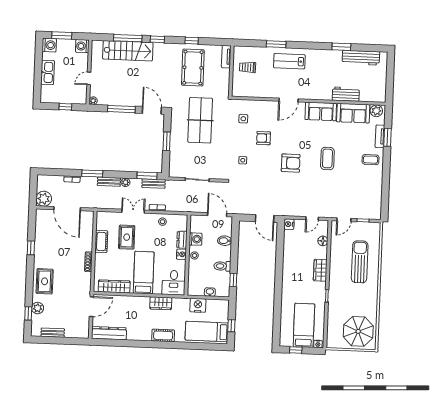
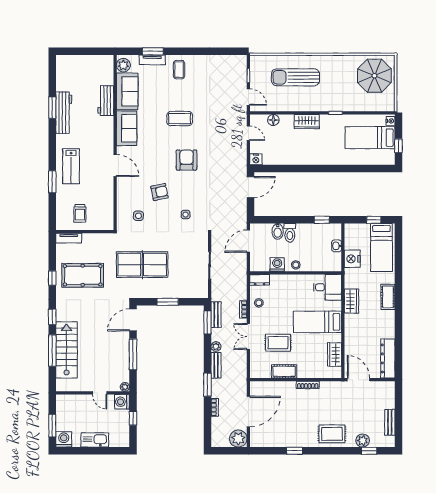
washing machine: (82, 46) -> (122, 402), moved, turned 90
workbench: (361, 58) -> (64, 113), moved
armchair: (263, 138) -> (160, 192), turned -102
dresser: (182, 240) -> (260, 280), moved
nightstand: (181, 254) -> (295, 280), removed
toilet: (222, 266) -> (290, 233), moved
wardrobe: (114, 286) -> (335, 355), width x0.67

